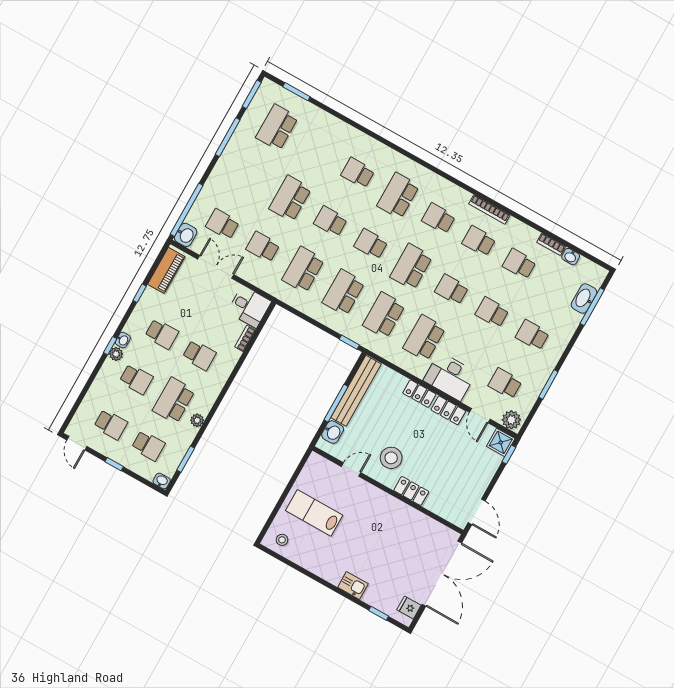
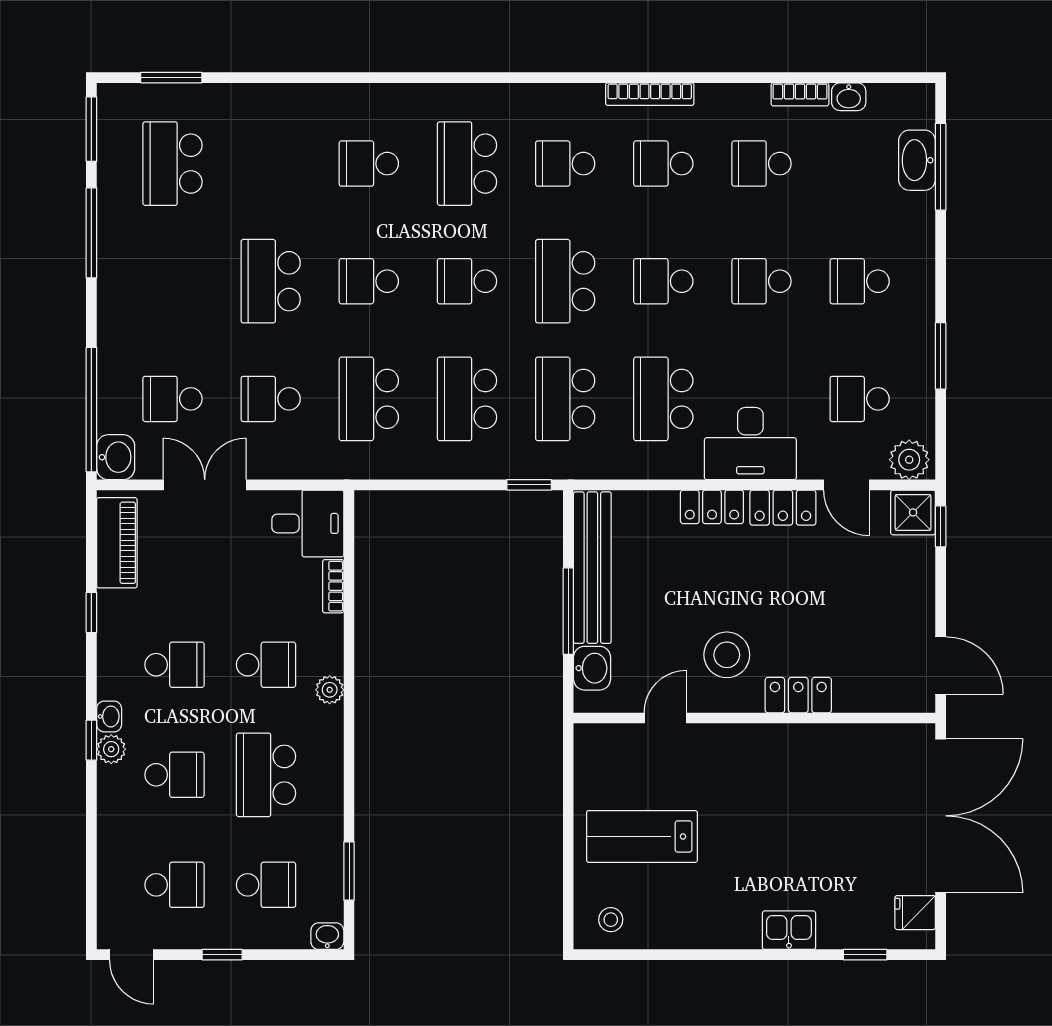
plant: (197, 420) -> (330, 690), moved

